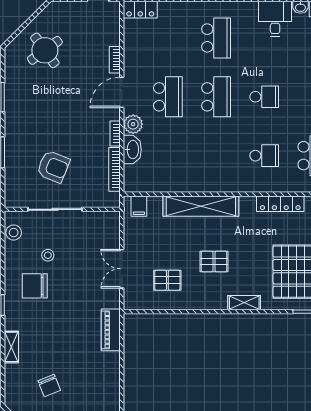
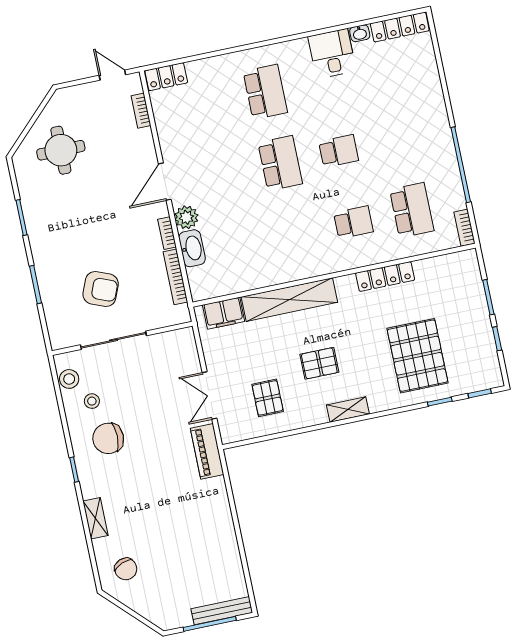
round table: (45, 50) -> (61, 150), turned 36
bookcase: (115, 60) -> (141, 111), moved
school desk: (168, 97) -> (222, 175), removed
filing cabinet: (139, 206) -> (224, 313), width x2.00
stool: (48, 255) -> (92, 401), moved
pallet: (167, 280) -> (268, 398), turned 90
shelving: (244, 303) -> (348, 410), moved
piano: (111, 330) -> (207, 451), moved
chair: (49, 385) -> (126, 569), moved

